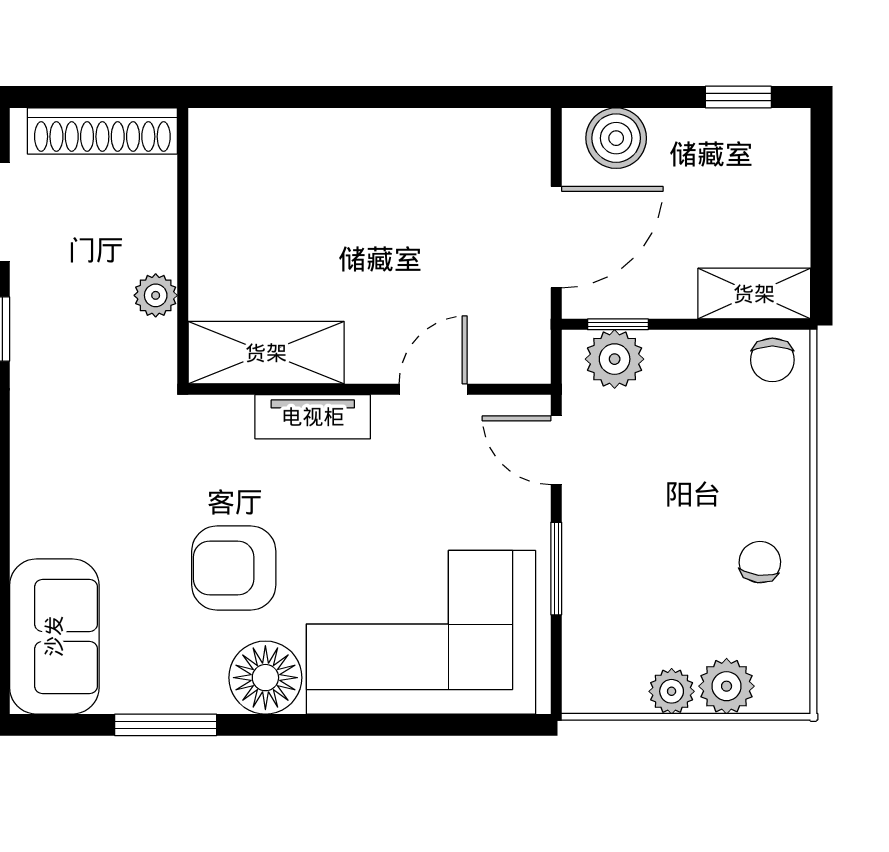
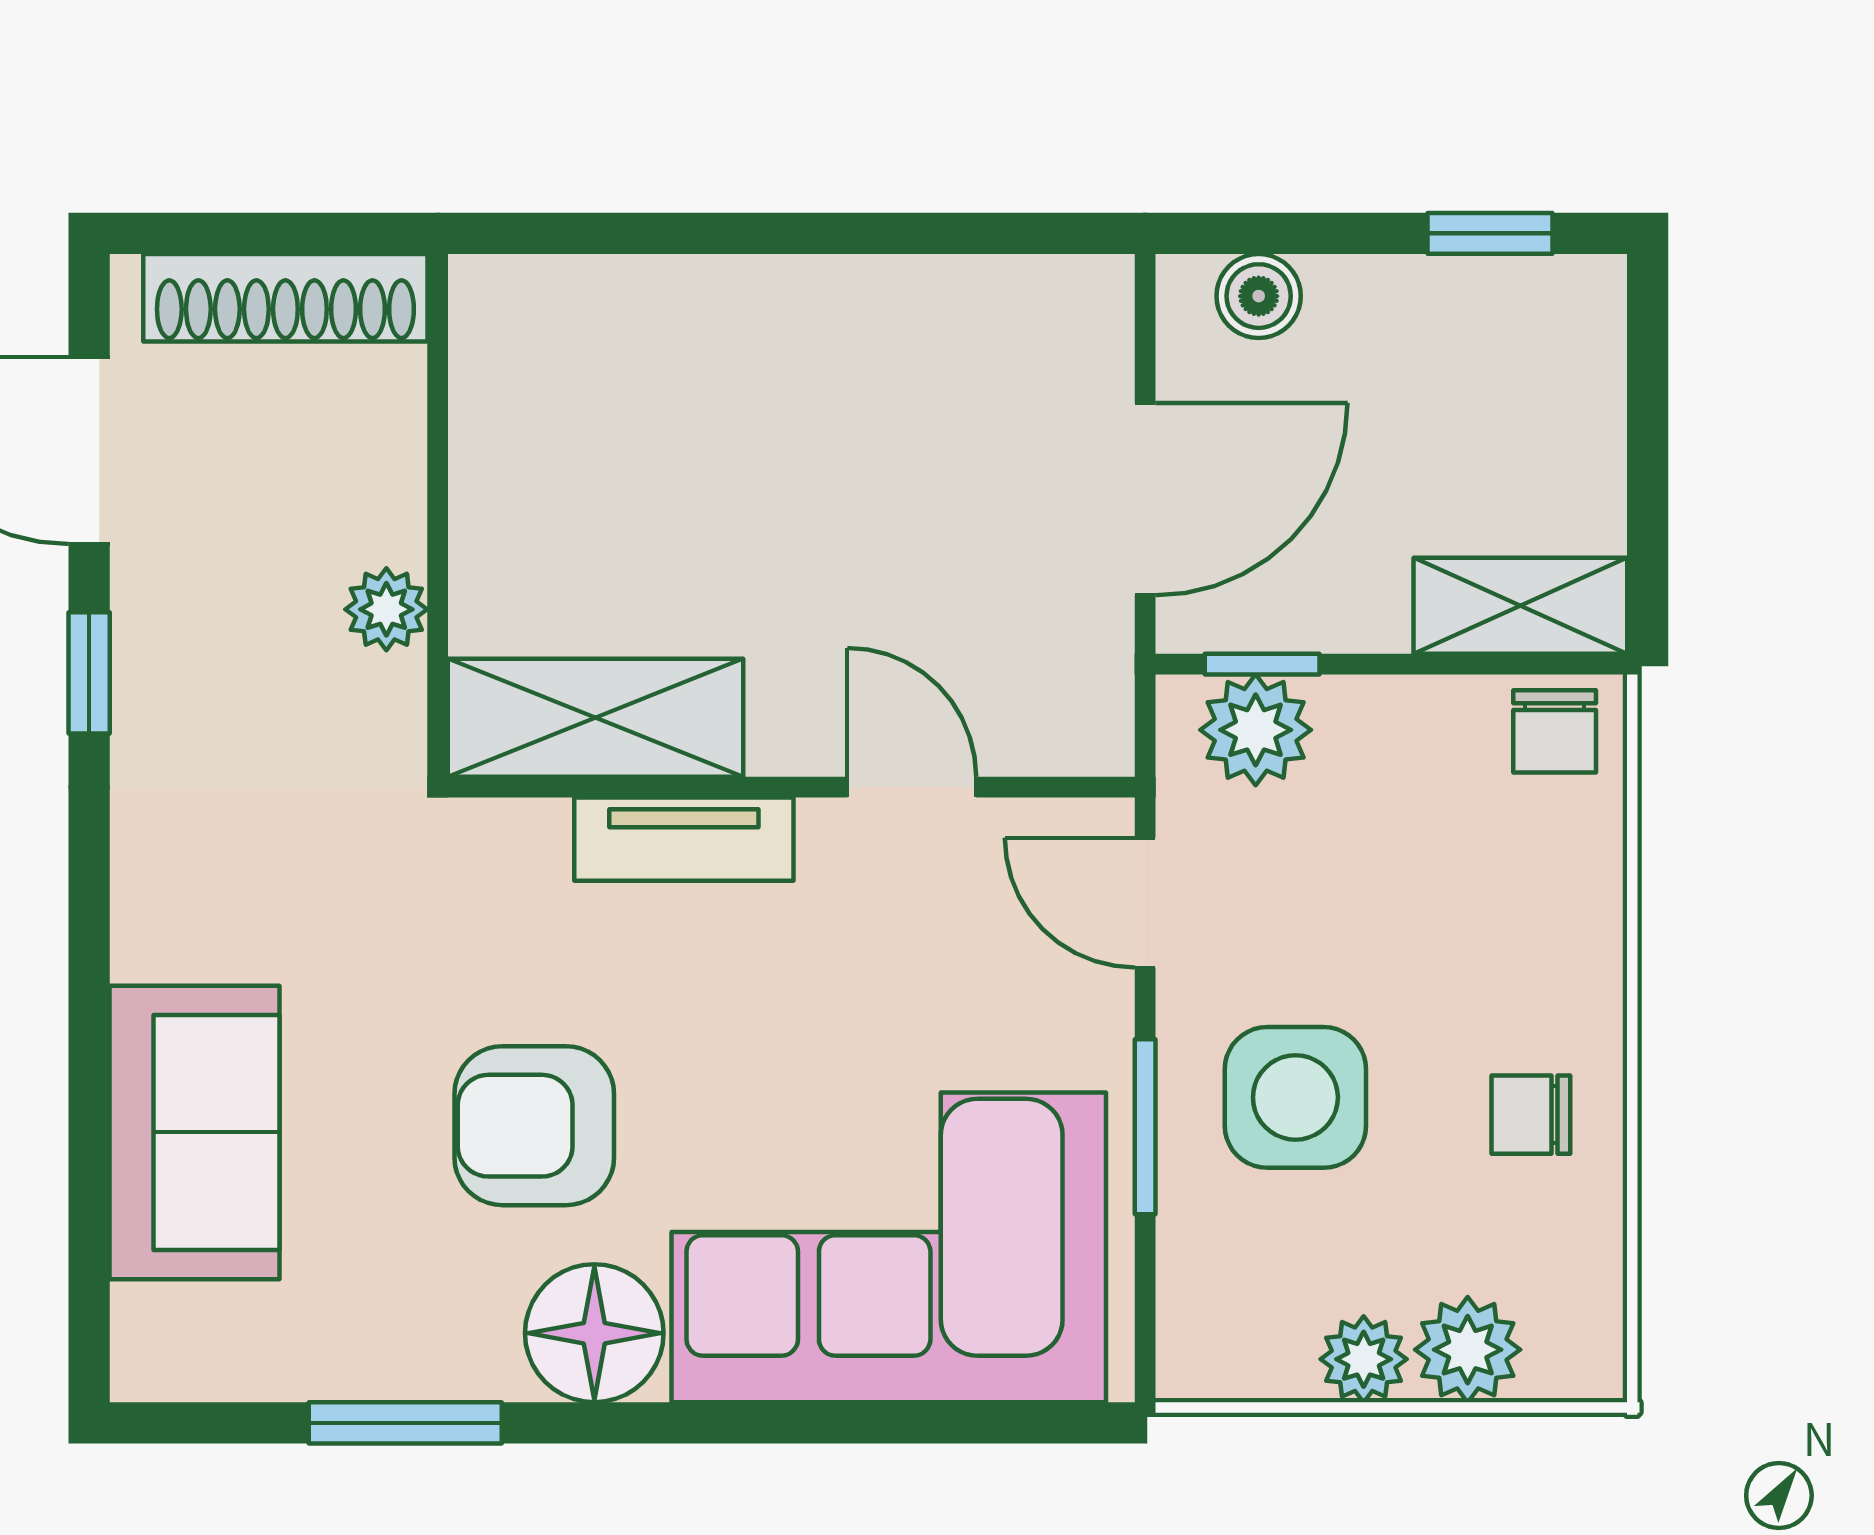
boiler: (616, 138) -> (1259, 296), width x0.73, depth x0.73
door: (433, 389) -> (912, 787), hinge flipped
side table: (636, 553) -> (1295, 1097), added
chair: (760, 562) -> (1531, 1115), turned -97
sofa: (54, 636) -> (194, 1132), moved

